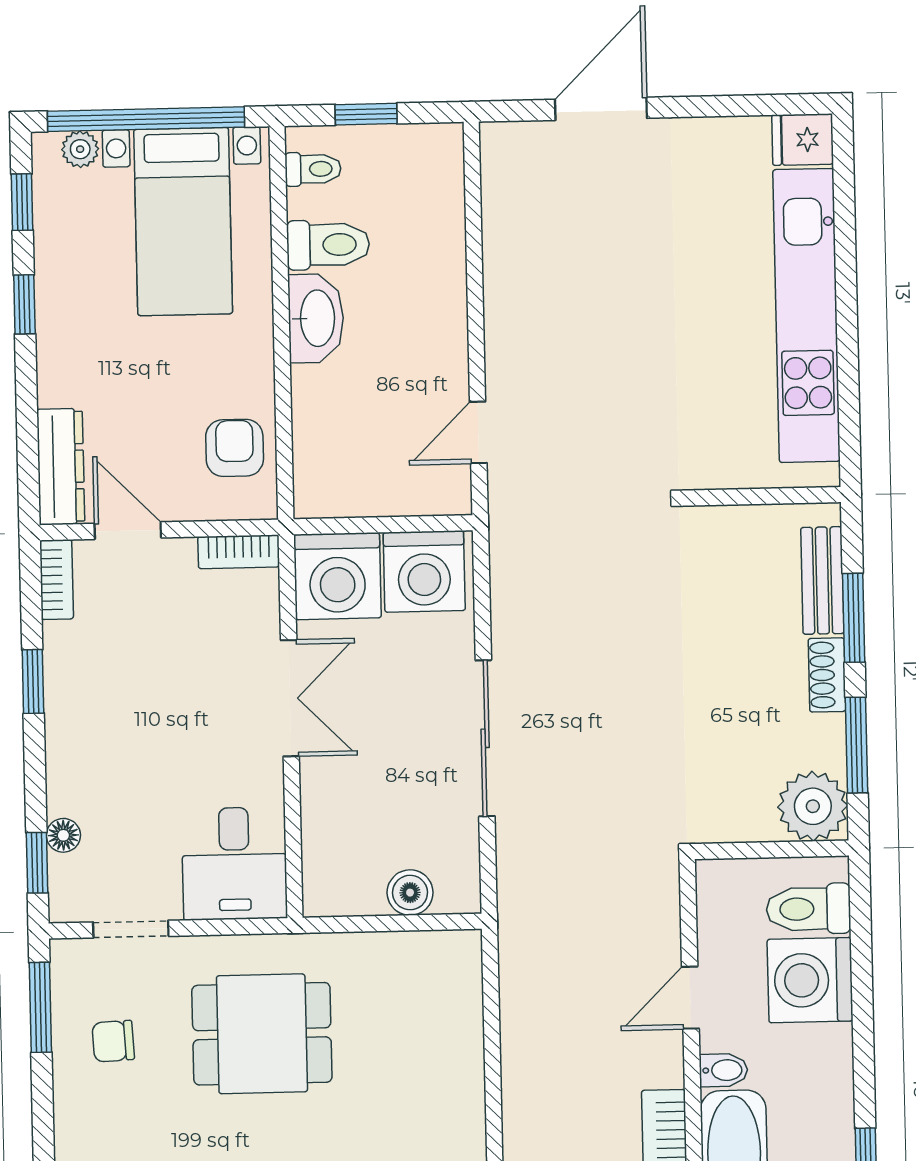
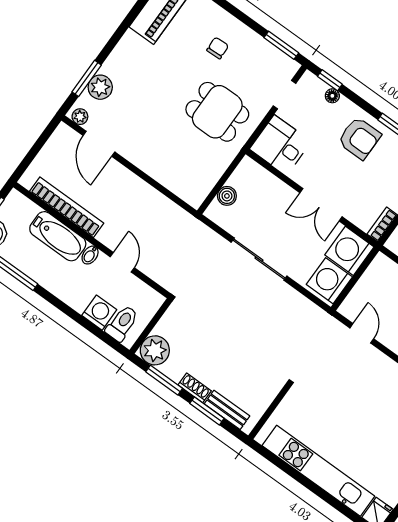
armchair: (106, 721) -> (359, 138), added
washing machine: (810, 980) -> (99, 313), width x0.73, depth x0.73
dining table: (262, 1034) -> (217, 112), turned 90
chair: (113, 1041) -> (218, 48), moved

